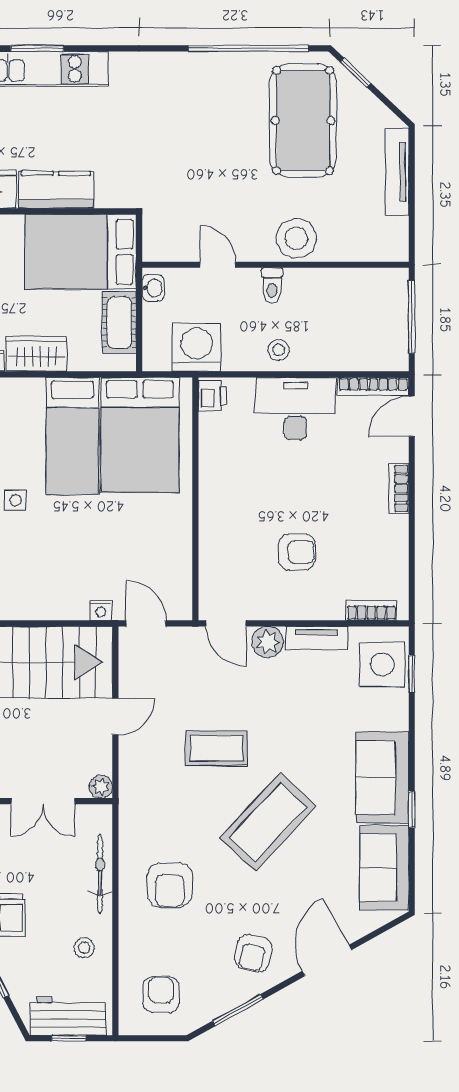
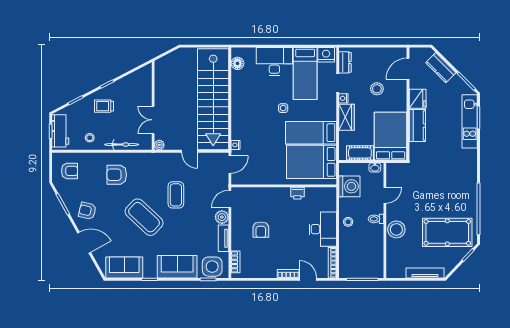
printer: (212, 396) -> (297, 193), moved
door: (412, 416) -> (308, 279), moved
sofa: (382, 777) -> (177, 267), moved

